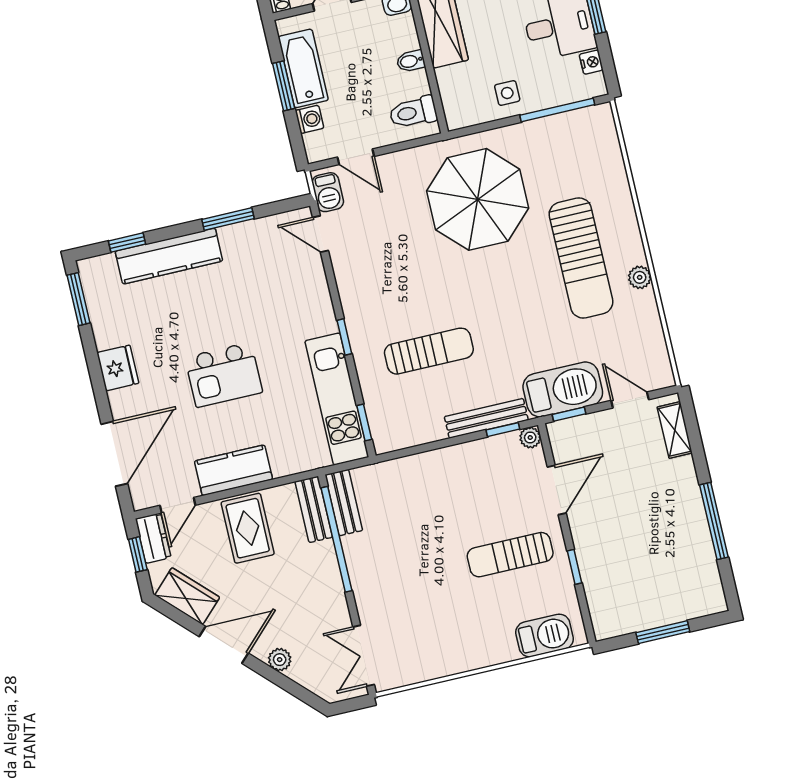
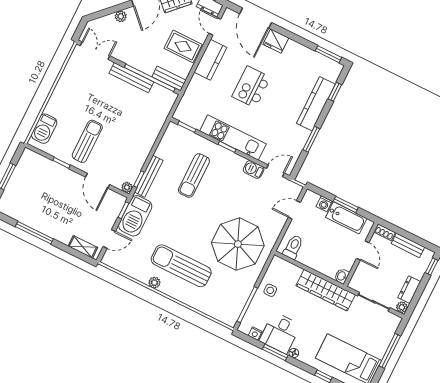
bidet: (411, 61) -> (314, 263), removed
barbecue: (328, 192) -> (254, 170), moved
fridge: (118, 368) -> (276, 41), moved
kitchen unit: (337, 399) -> (233, 138), moved
bench: (344, 503) -> (131, 78), moved, width x1.36

